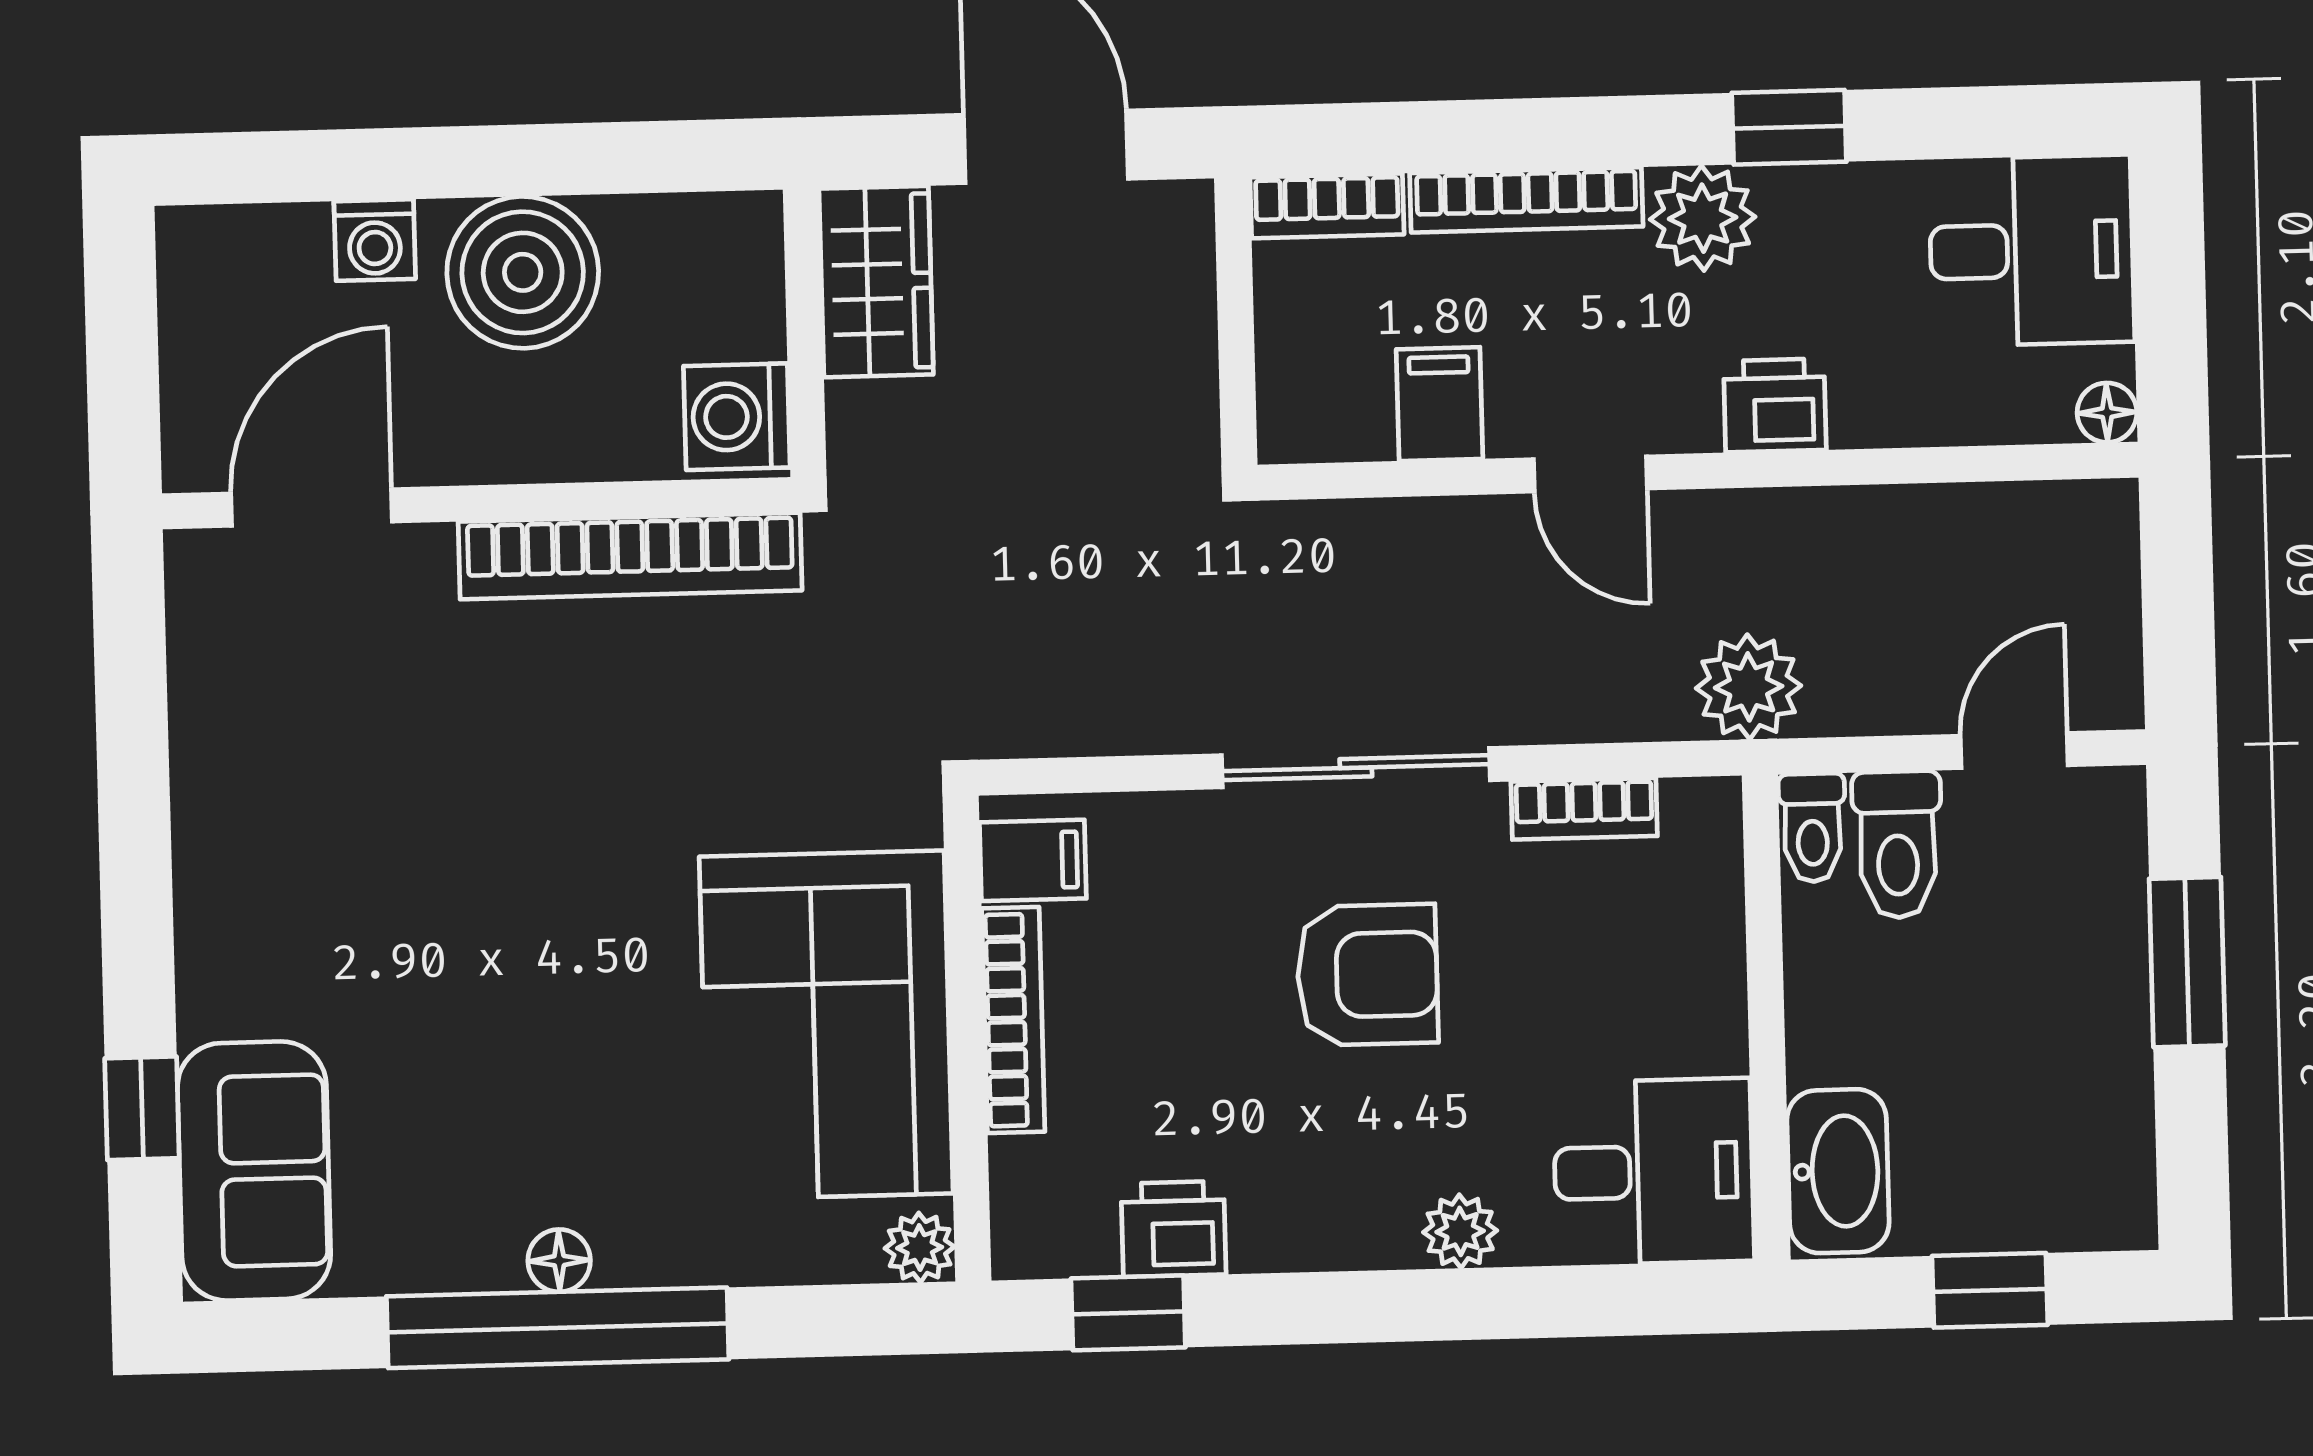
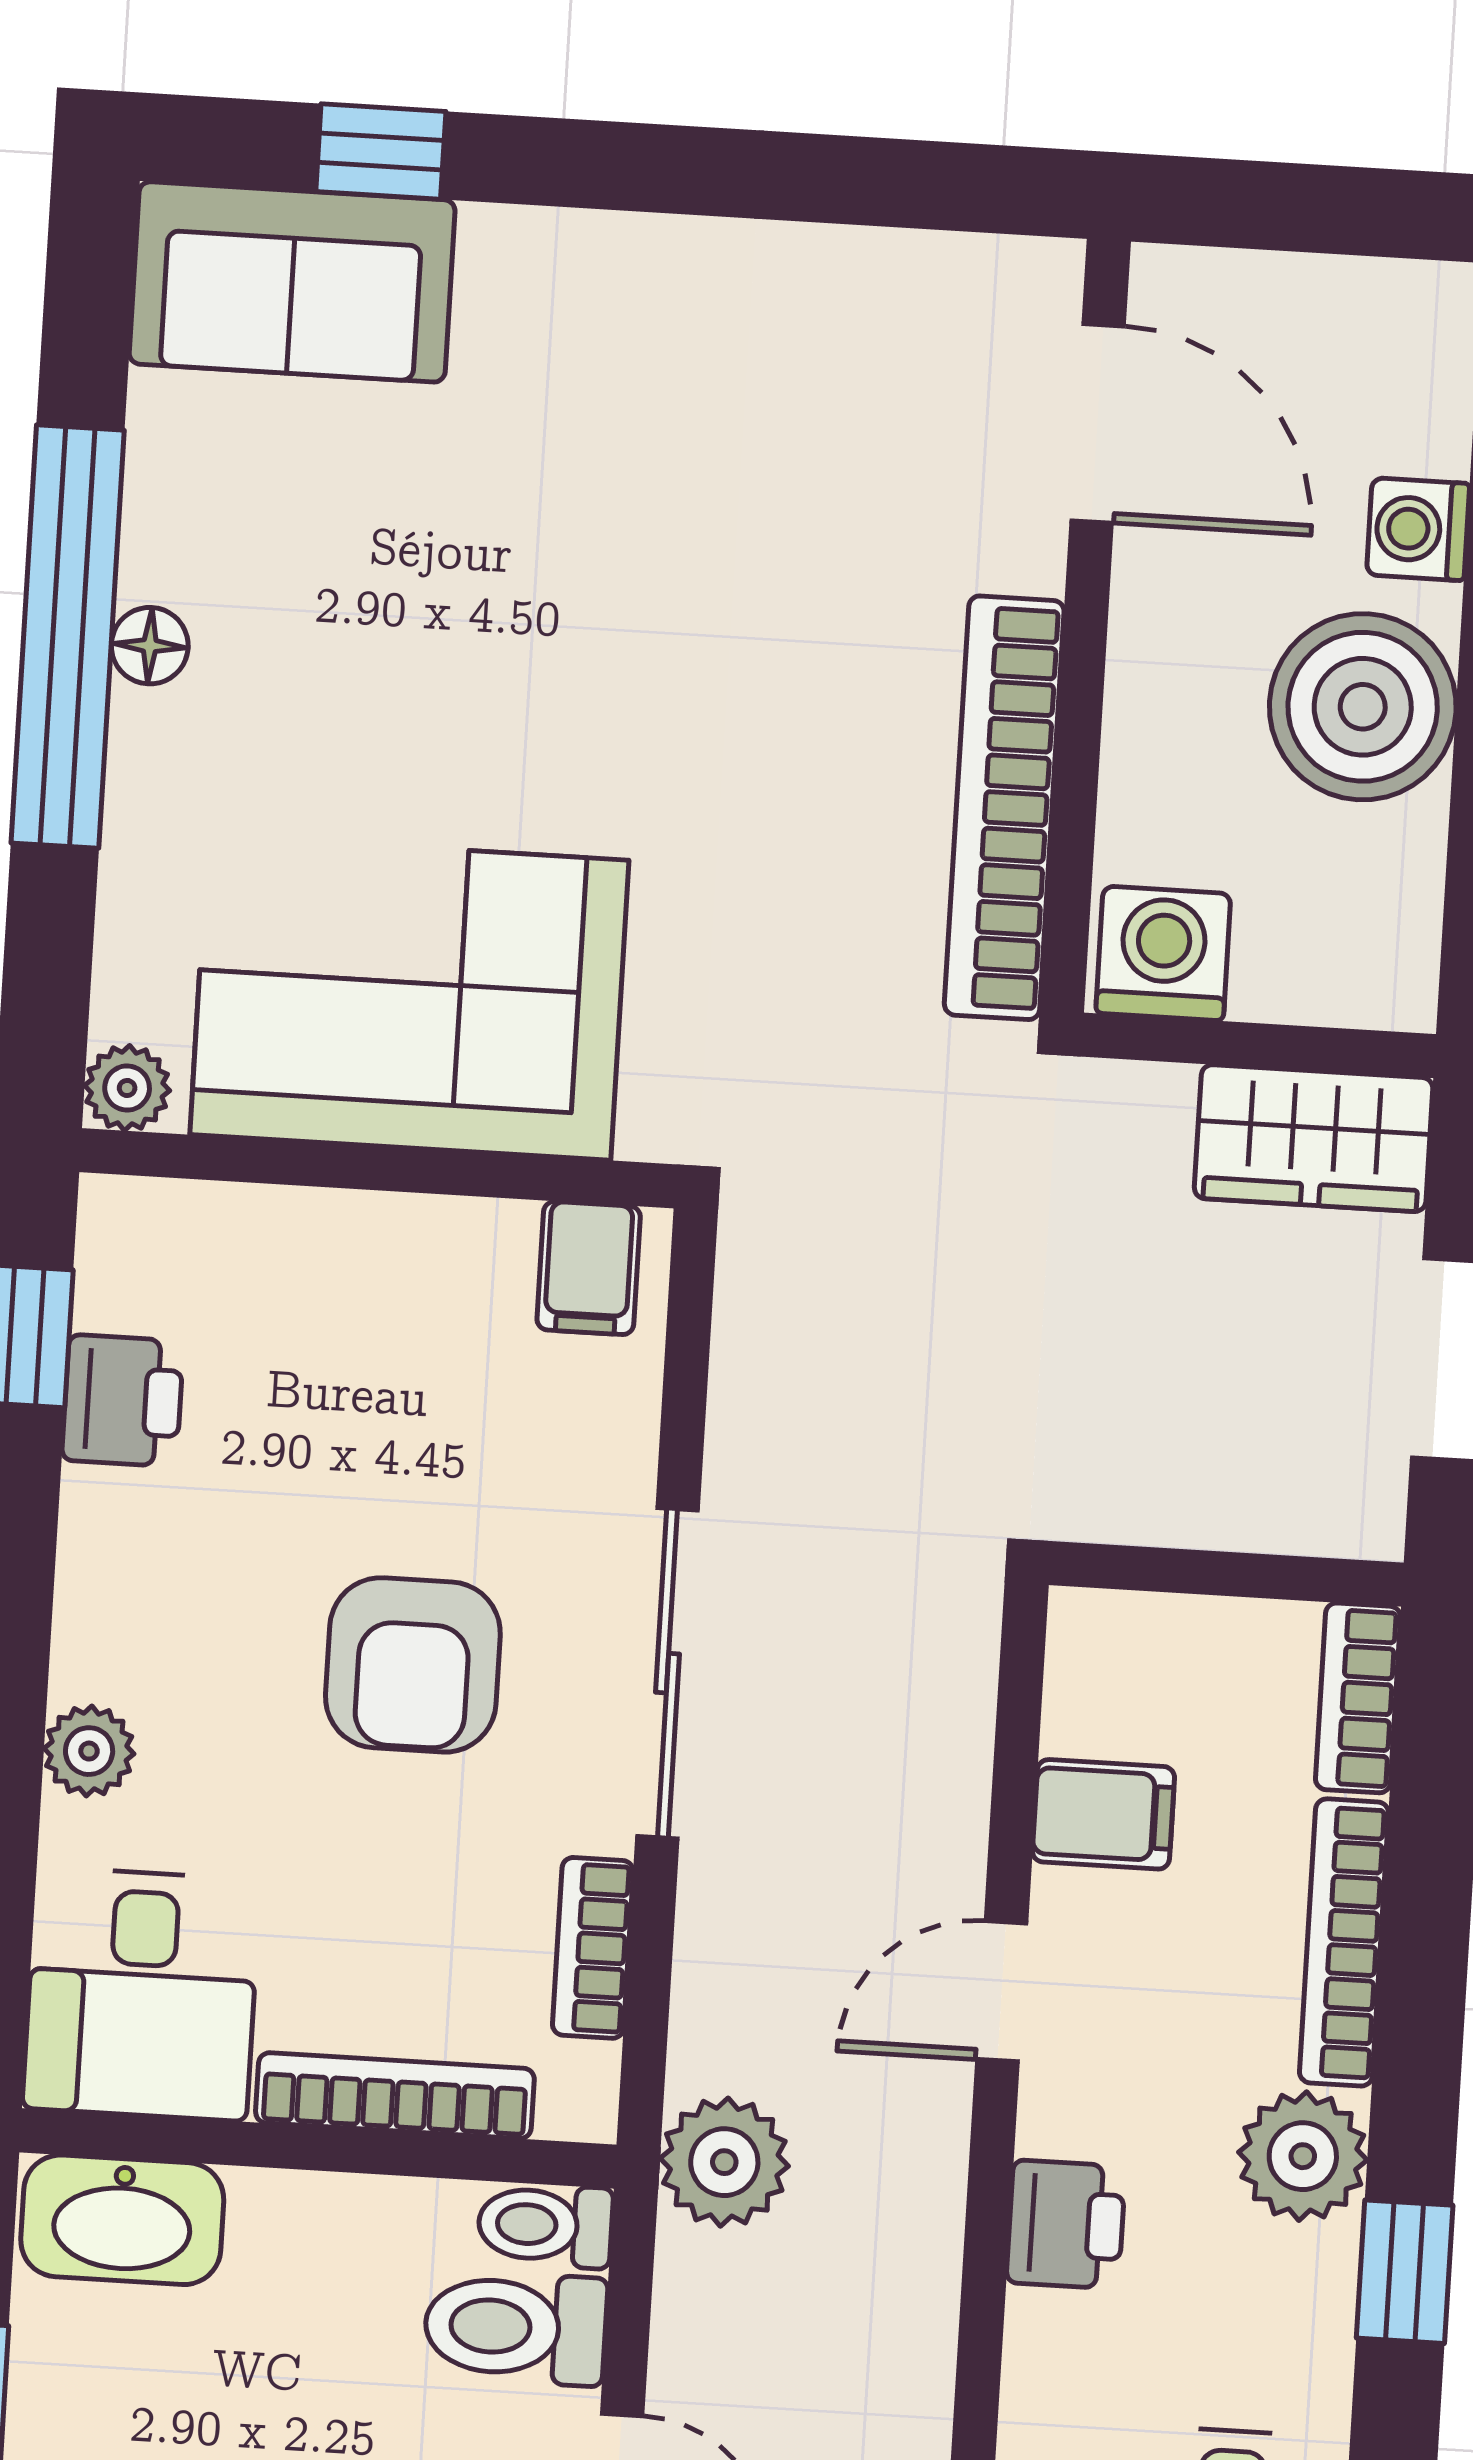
bookcase: (1013, 1020) -> (395, 2096), moved, turned 180

